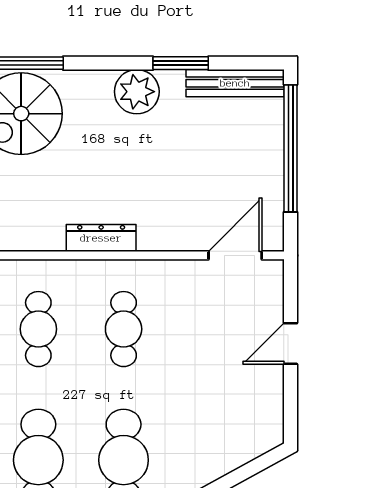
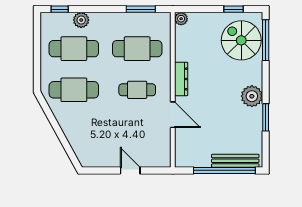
bench: (235, 83) -> (235, 161), moved, turned 90
door: (235, 255) -> (173, 115), moved
cafe table: (38, 329) -> (137, 49), width x1.37, depth x1.35

